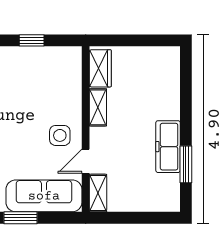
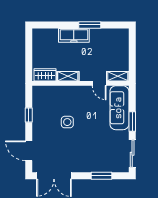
side table: (60, 135) -> (67, 122), moved
freezer: (168, 147) -> (74, 35), moved
window: (186, 164) -> (90, 25), moved

